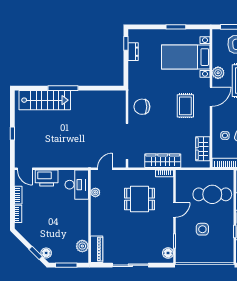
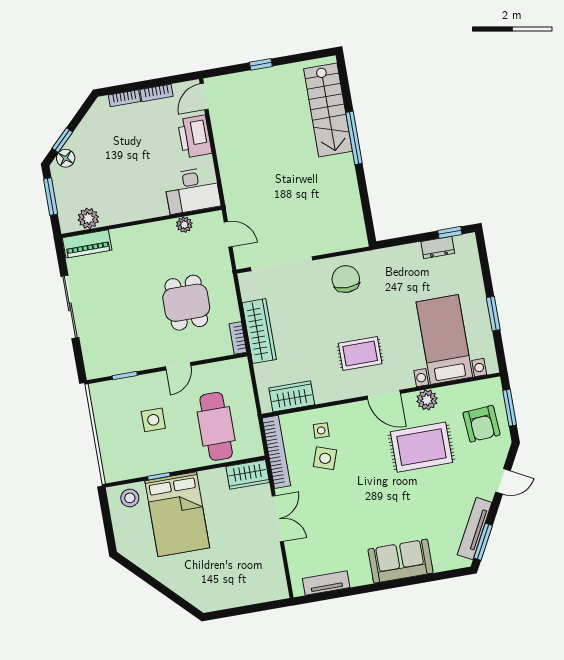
door: (175, 210) -> (178, 366), hinge flipped
floor lamp: (168, 253) -> (102, 368), removed

